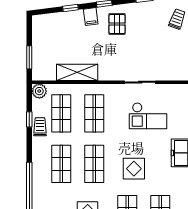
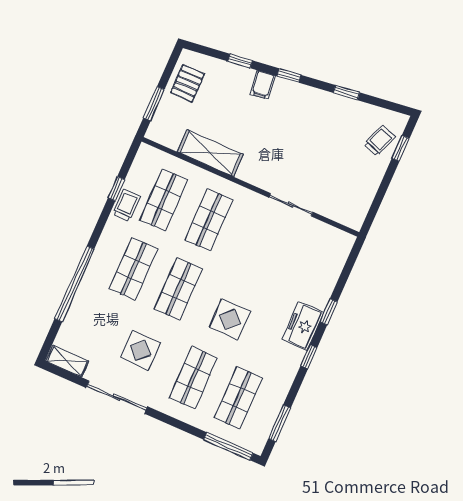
pallet: (117, 24) -> (188, 83), moved
plant: (39, 91) -> (147, 156), removed
checkout: (148, 116) -> (281, 256), removed

